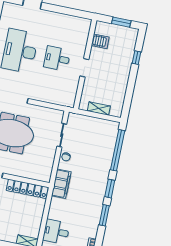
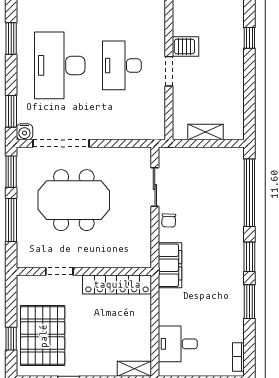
server rack: (100, 41) -> (185, 47), moved
desk: (57, 59) -> (122, 65), width x1.37

